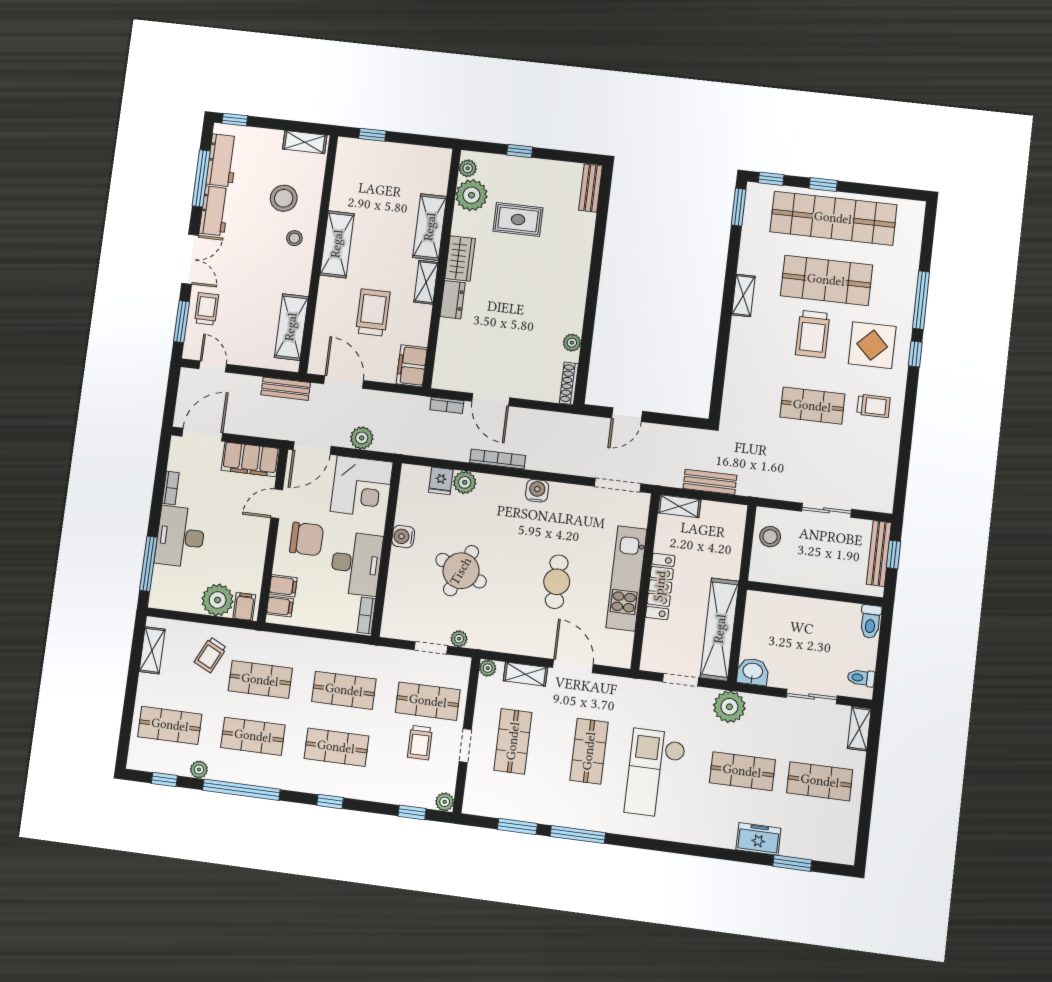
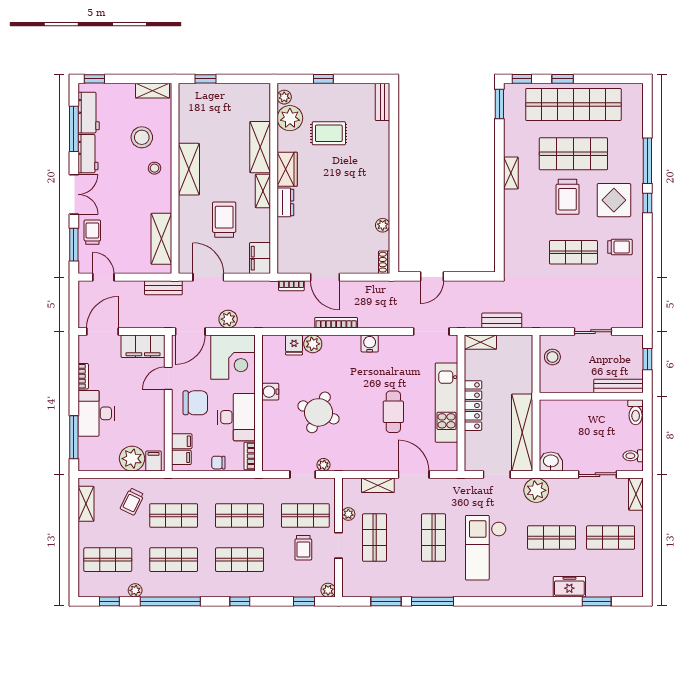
shoe rack: (569, 383) -> (384, 262), width x0.70
bench: (879, 553) -> (619, 386), moved, turned 90
chair: (326, 619) -> (218, 463), added
plant: (488, 668) -> (348, 514), moved

